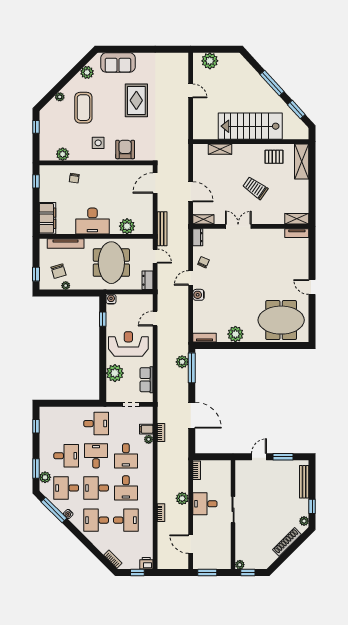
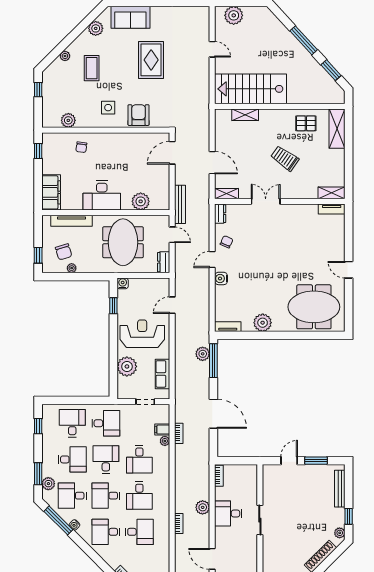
coffee table: (83, 108) -> (92, 68), width x0.73, depth x0.76
stairs: (250, 126) -> (251, 89), moved
desk: (66, 424) -> (72, 423), added

